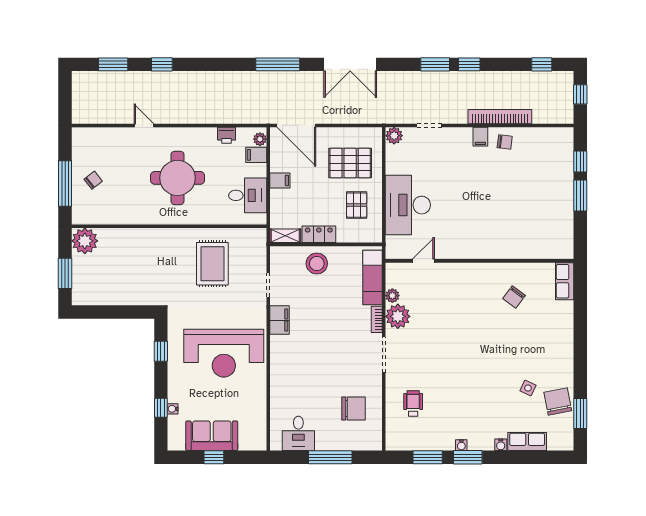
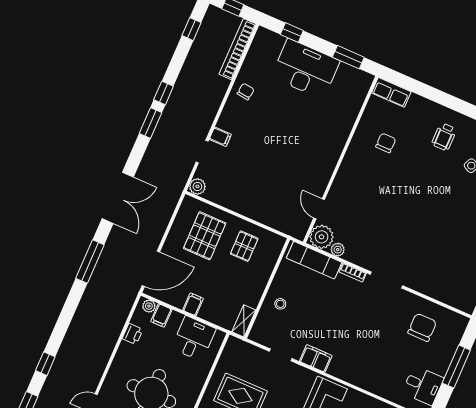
bookcase: (500, 117) -> (238, 49), moved
filing cabinet: (480, 137) -> (220, 137), moved
window: (580, 196) -> (348, 57), moved
pallet: (357, 205) -> (244, 246), turned 90
desk: (408, 205) -> (305, 69), moved, turned 180
locker: (319, 234) -> (255, 291), removed
stool: (317, 264) -> (280, 304), width x0.53, depth x0.53
chair: (514, 297) -> (386, 143), turned -127
plant: (398, 316) -> (322, 237), moved
wheelchair: (413, 404) -> (444, 137), moved, turned -90

